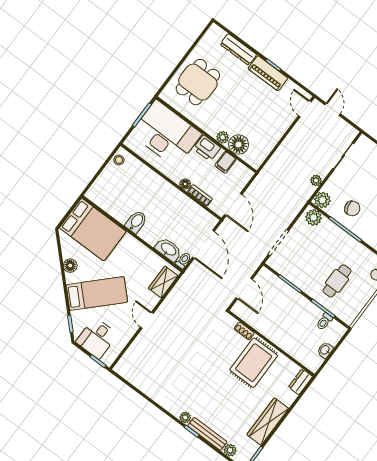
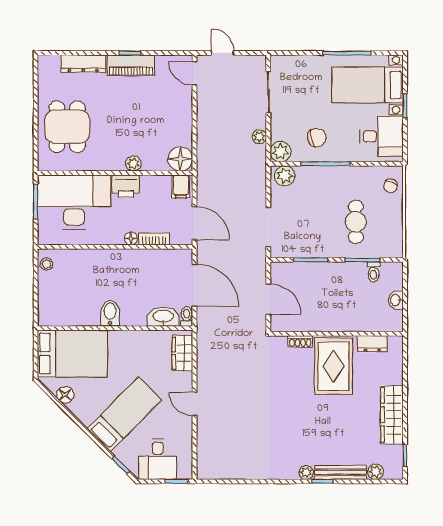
floor lamp: (239, 145) -> (180, 159), moved
filing cabinet: (225, 162) -> (181, 186), moved
floor lamp: (70, 266) -> (65, 395), moved
dresser: (301, 382) -> (372, 344), moved, turned -90

